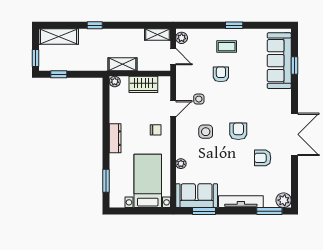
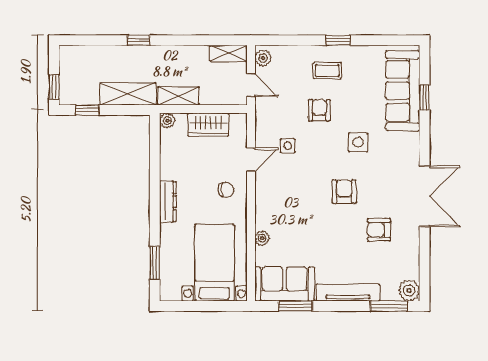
shelving: (59, 37) -> (128, 94), moved
side table: (206, 132) -> (358, 142), moved

